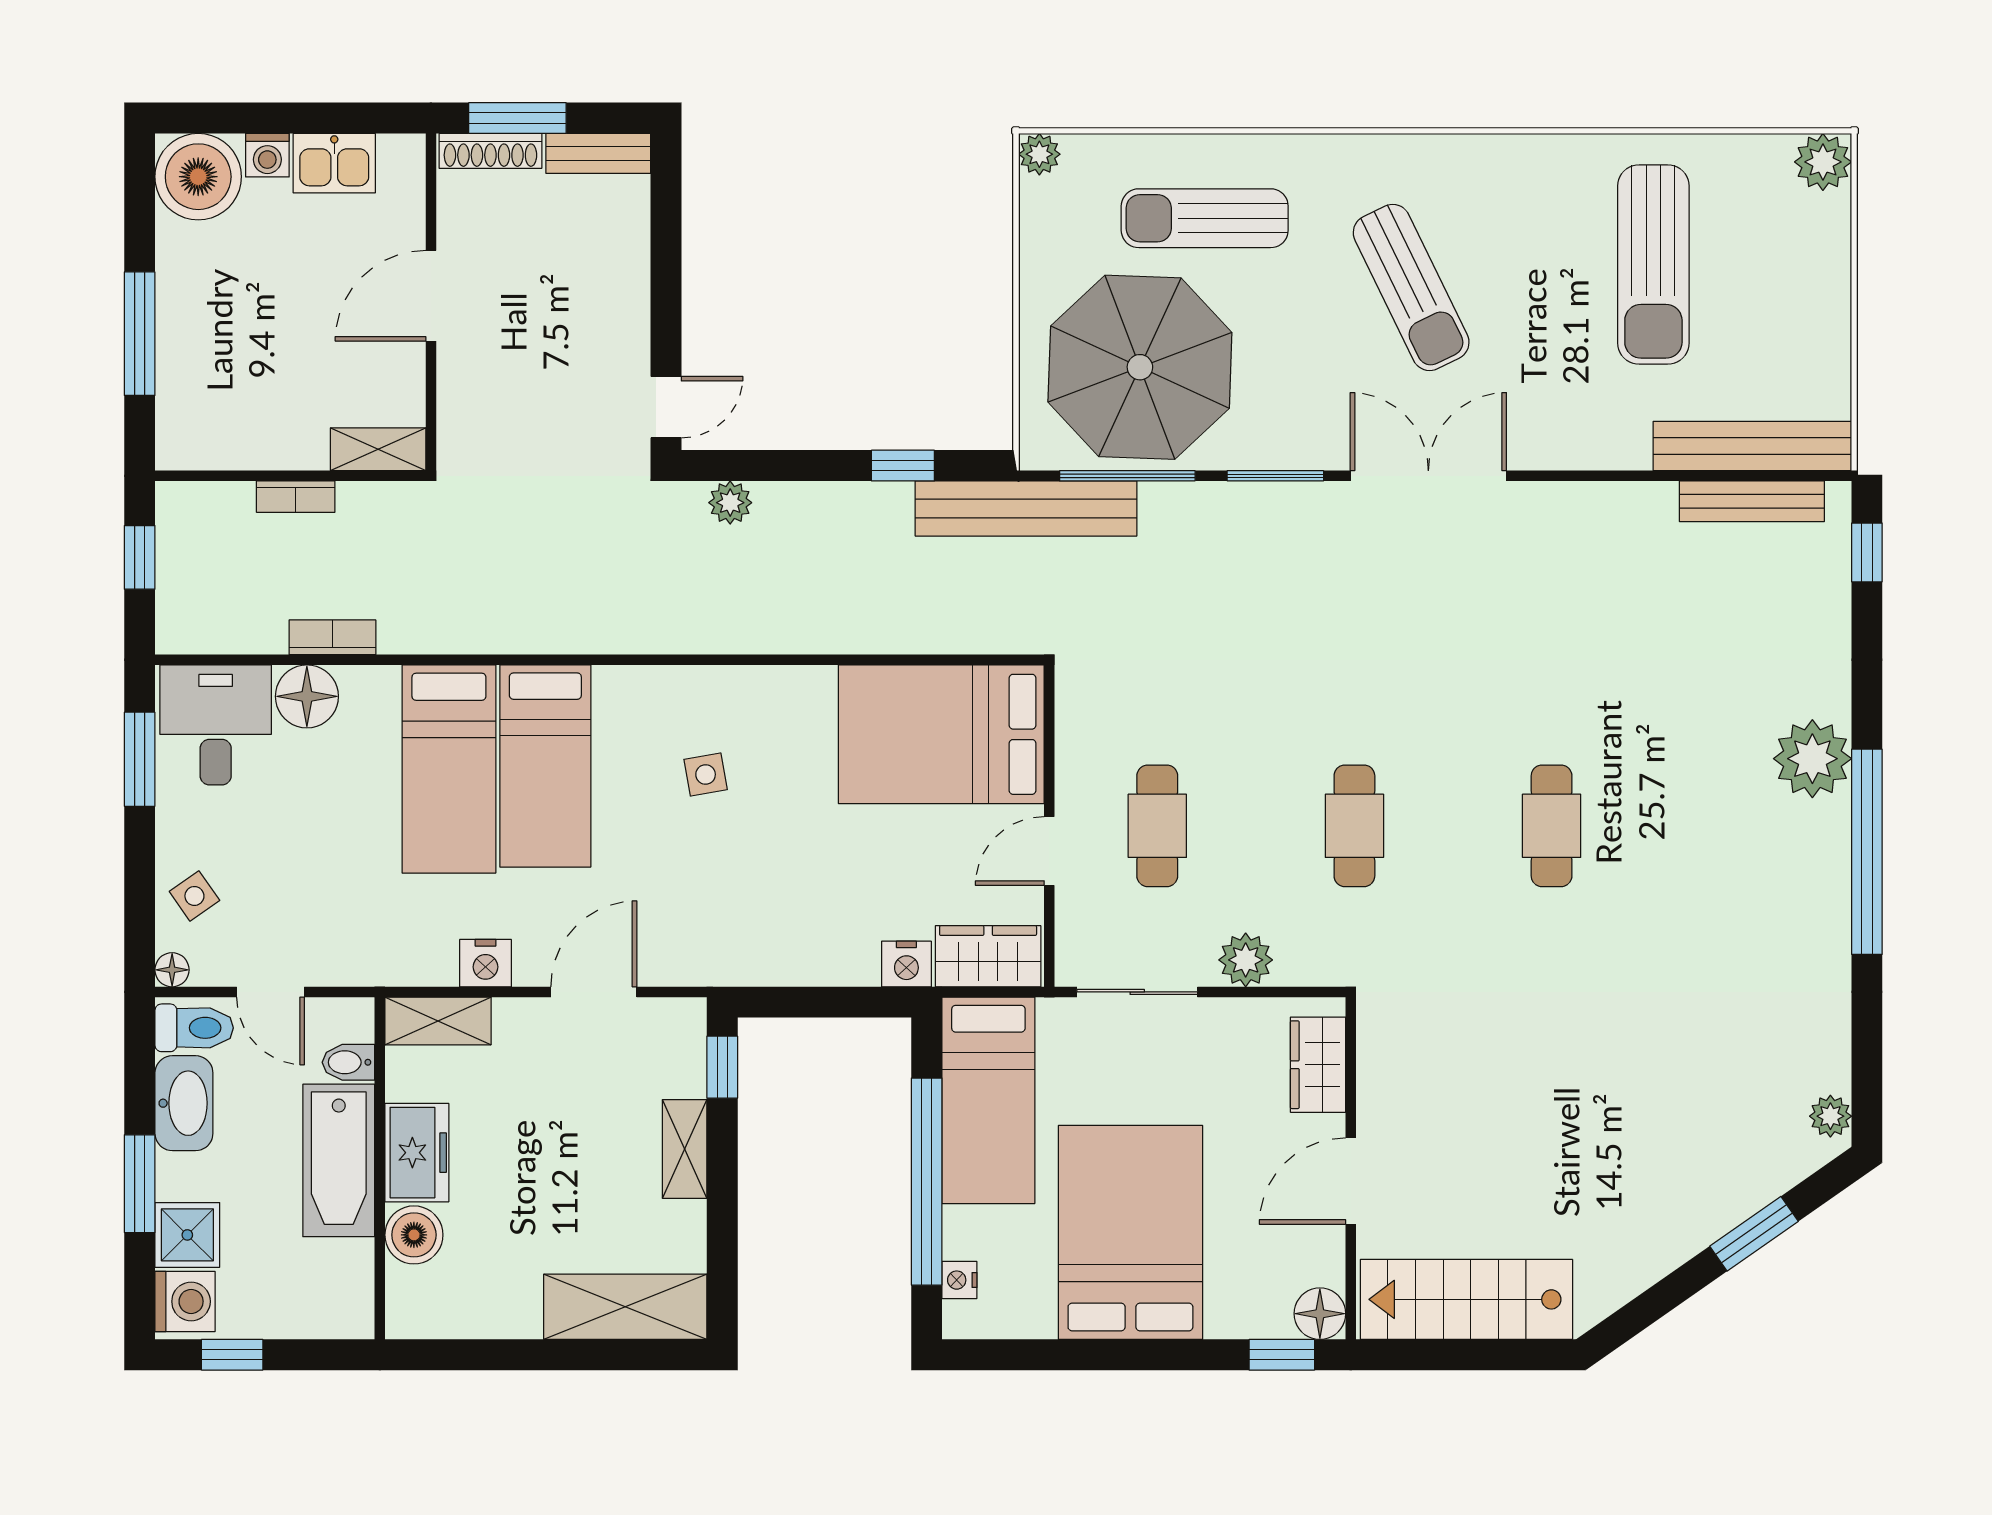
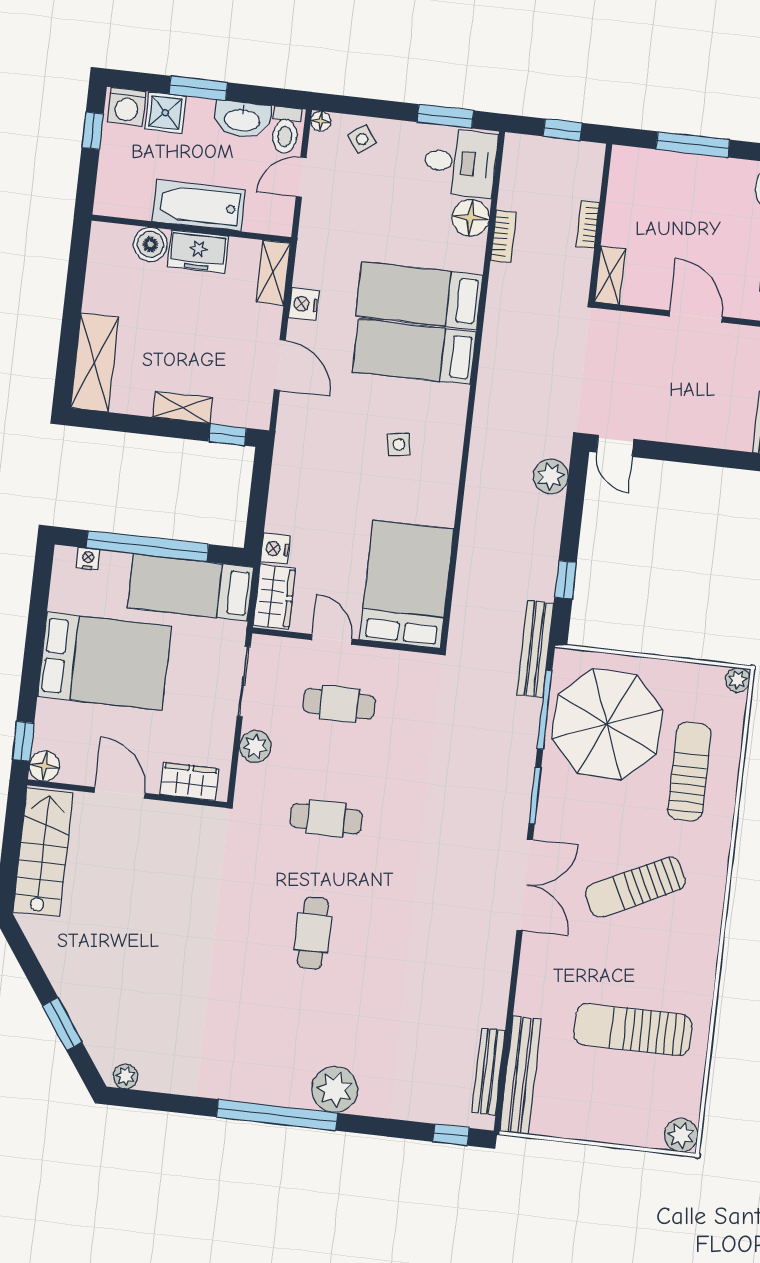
plant: (730, 503) -> (551, 476), width x1.38, depth x1.38
bench: (1026, 508) -> (535, 649), width x0.73, depth x0.82
cafe table: (1552, 826) -> (313, 933), turned 90
bidet: (348, 1062) -> (255, 218), removed

